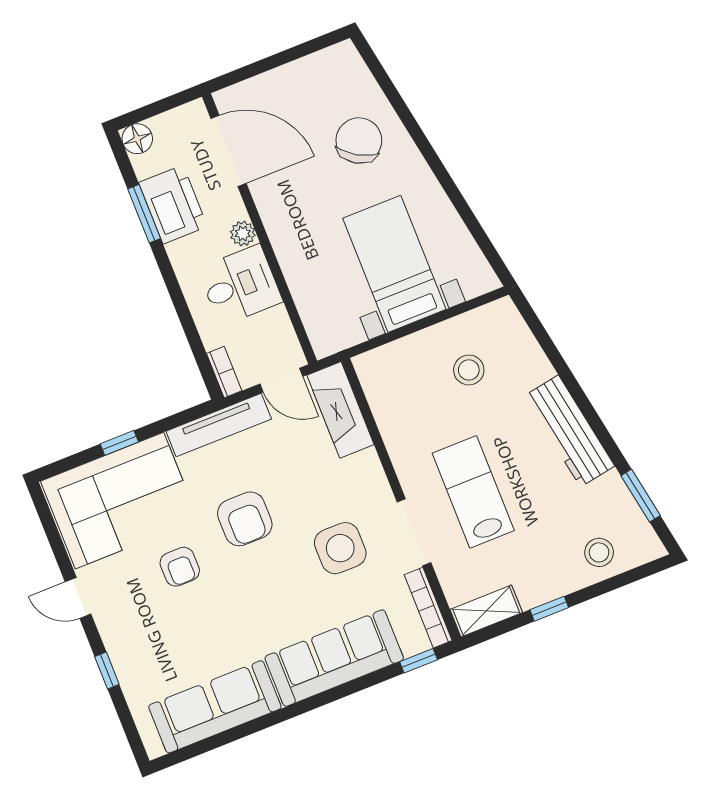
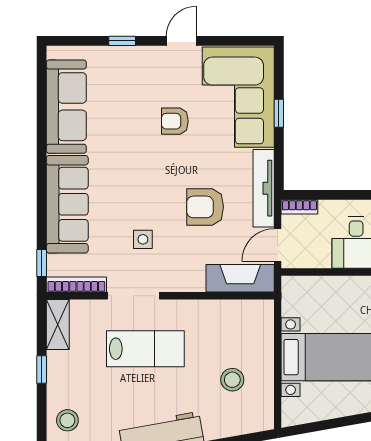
armchair: (245, 519) -> (205, 207), moved
side table: (340, 548) -> (143, 239), width x0.54, depth x0.54

